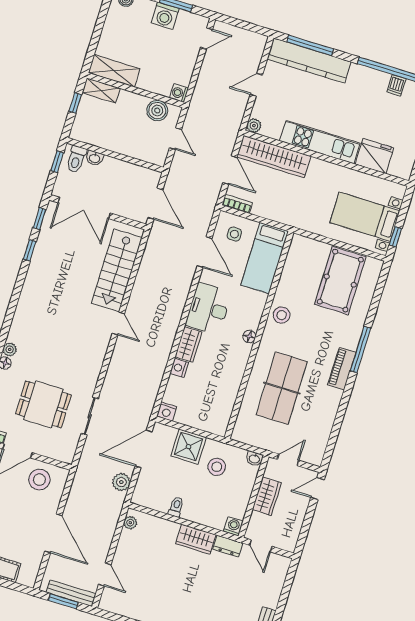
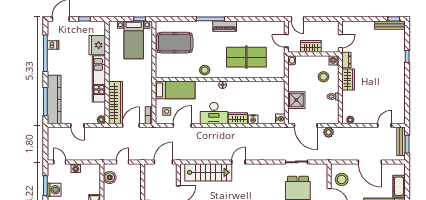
washing machine: (179, 93) -> (76, 168), moved
stool: (217, 467) -> (324, 77), moved
door: (53, 533) -> (370, 162), swing flipped

